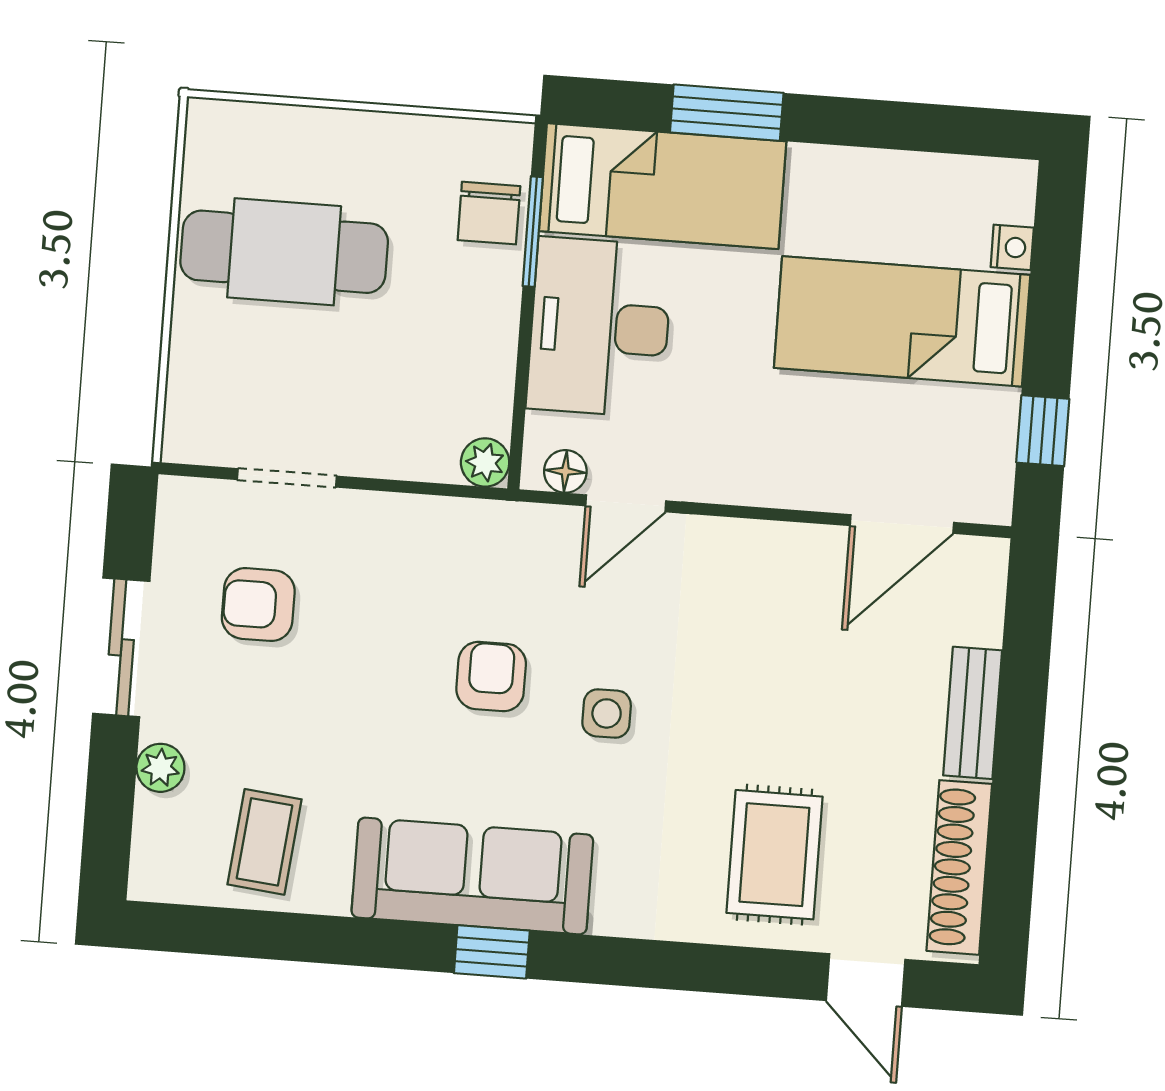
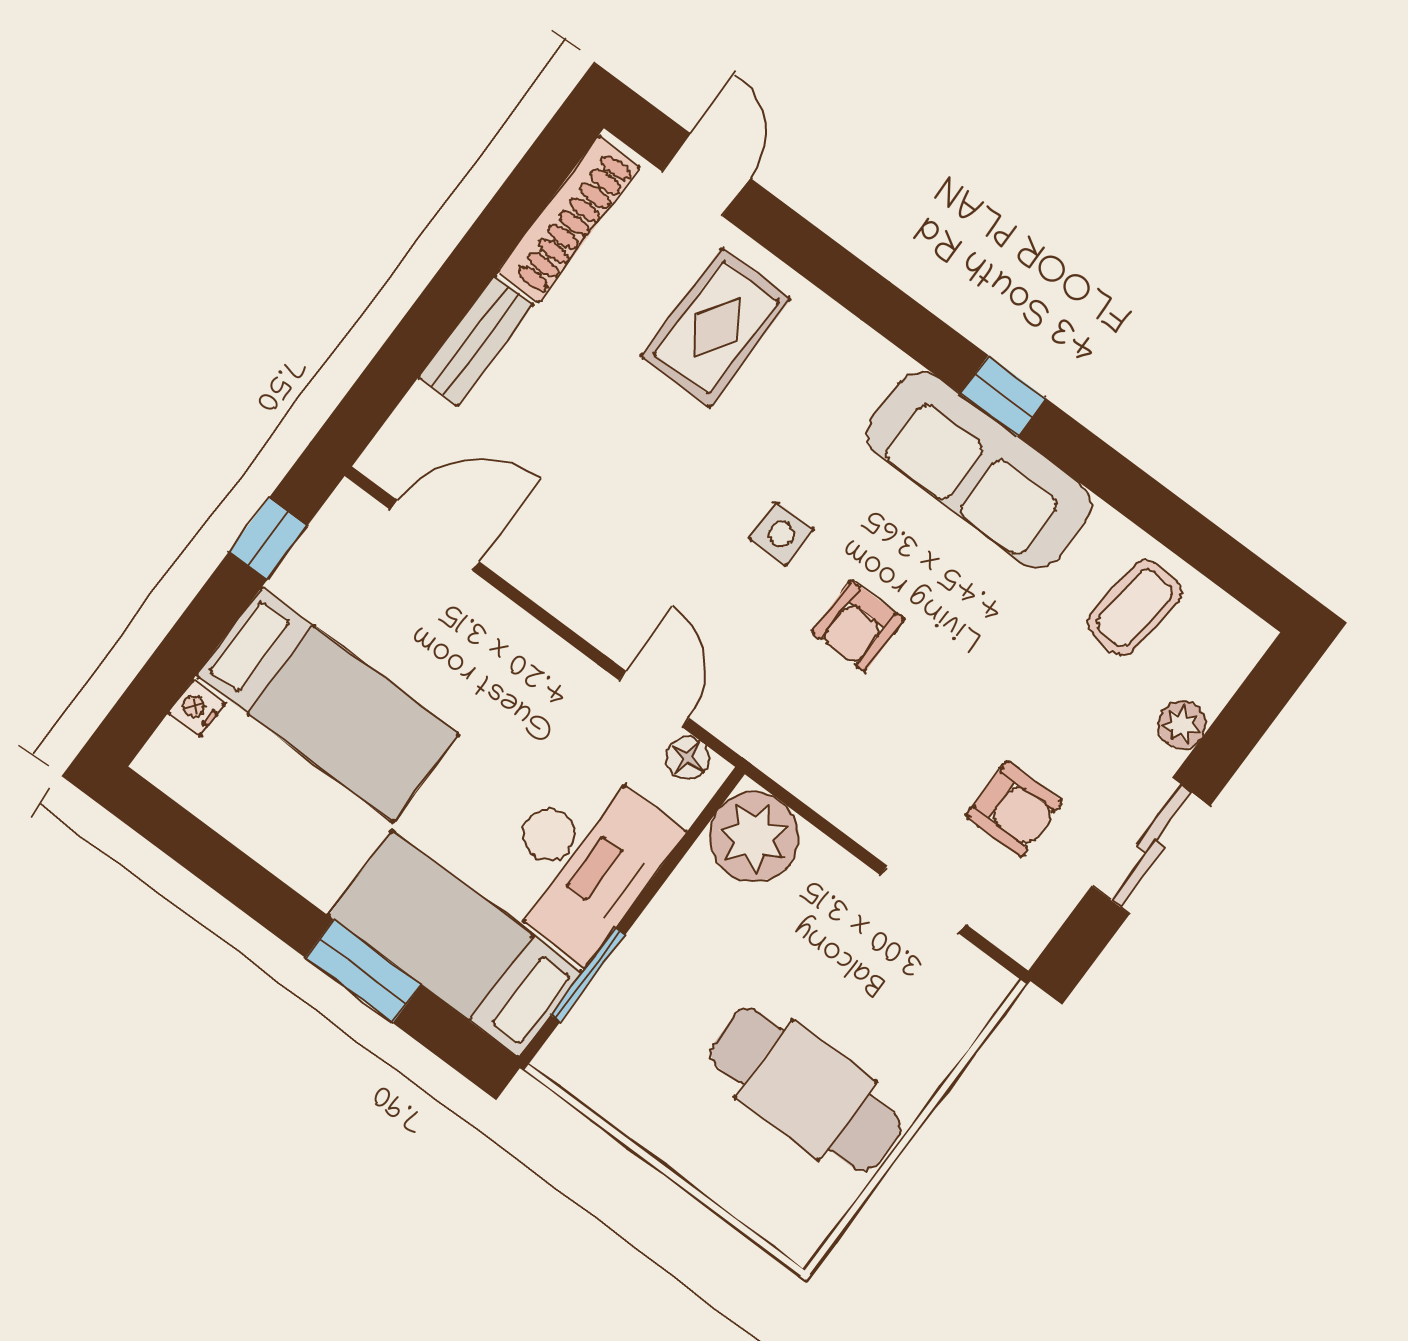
chair: (489, 213) -> (615, 1013), removed
plant: (485, 462) -> (754, 837), width x1.87, depth x1.87
door: (626, 503) -> (654, 699), hinge flipped

